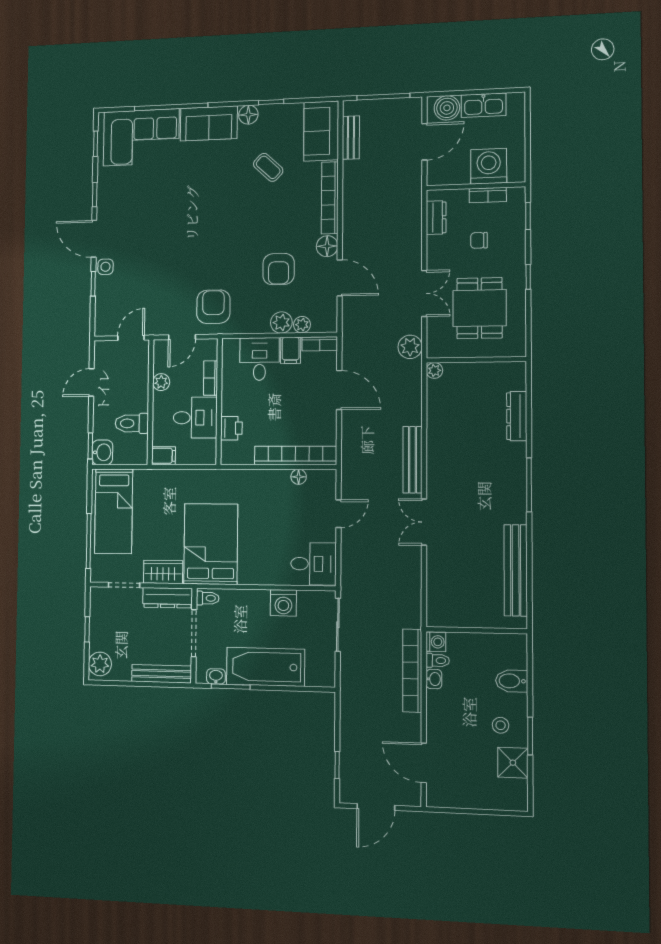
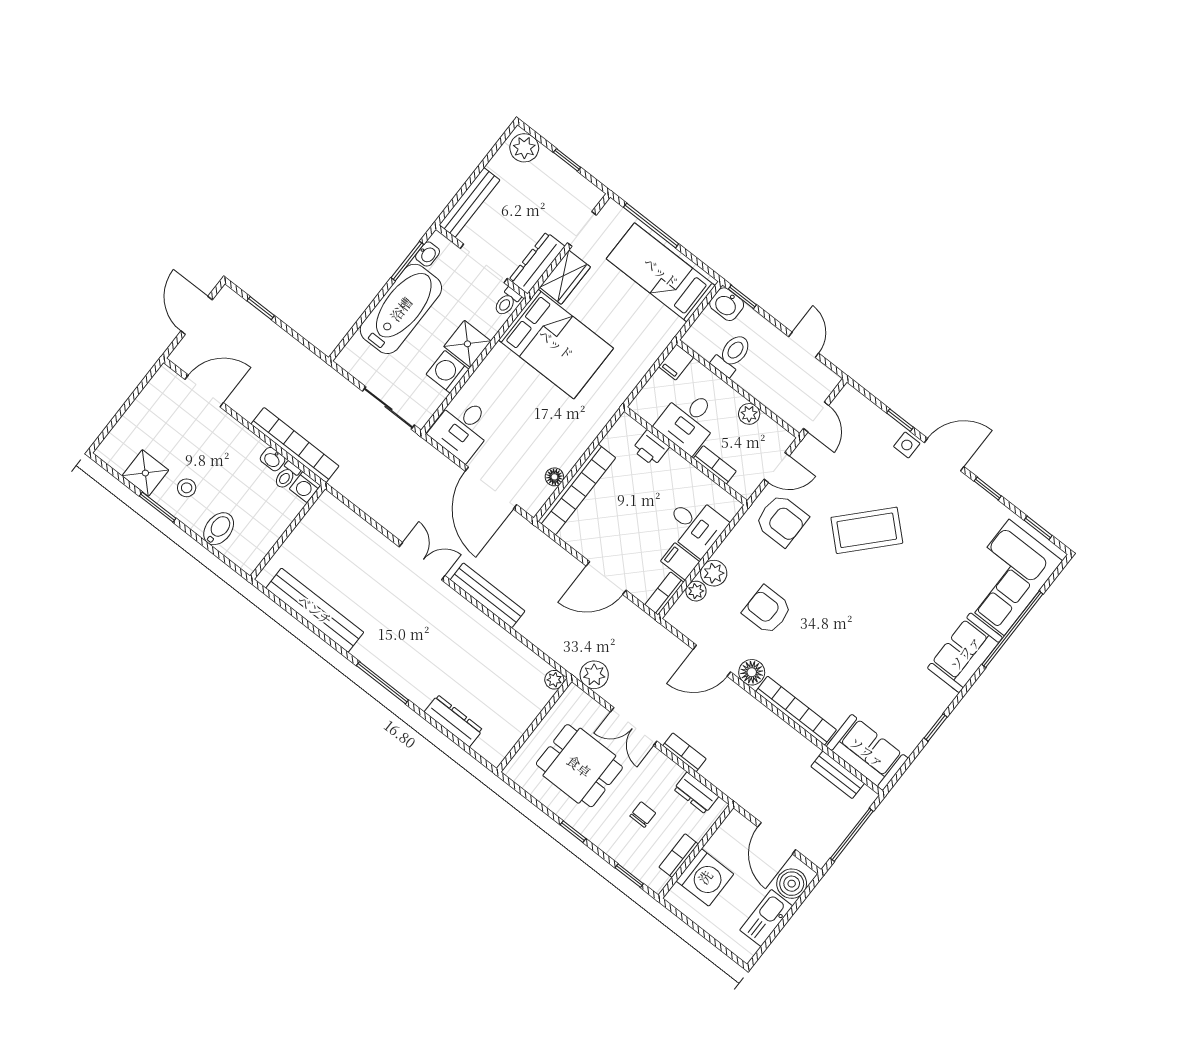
floor lamp: (248, 115) -> (941, 697), removed
coffee table: (268, 167) -> (867, 530), moved, width x1.86, depth x1.72
bookcase: (415, 247) -> (684, 752), added
door: (182, 337) -> (777, 467), swing flipped
door: (338, 514) -> (491, 488), width x1.87
shower: (255, 604) -> (467, 344), added

